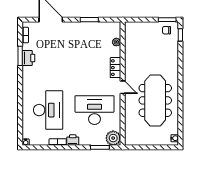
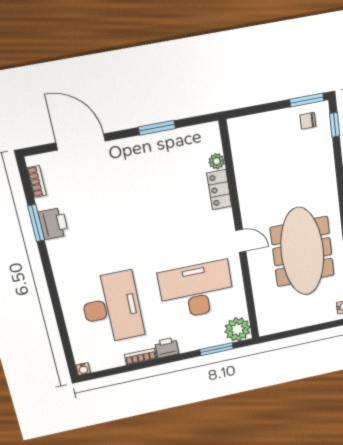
locker: (115, 68) -> (219, 190), moved

